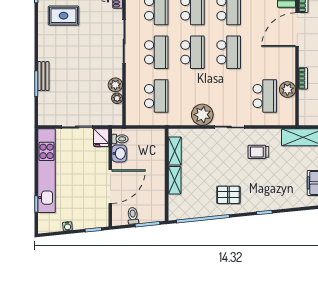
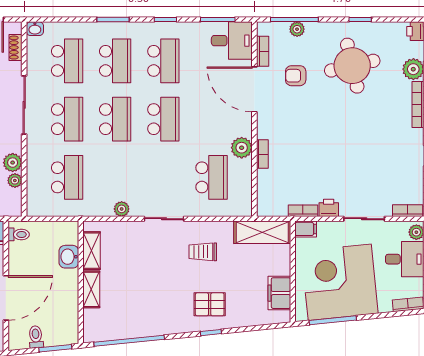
door: (297, 30) -> (254, 89), hinge flipped
plant: (287, 89) -> (242, 148), moved
plant: (202, 115) -> (122, 209), width x0.53, depth x0.53
washbasin: (119, 153) -> (69, 257), moved, turned 180
pallet: (228, 195) -> (210, 304), moved

